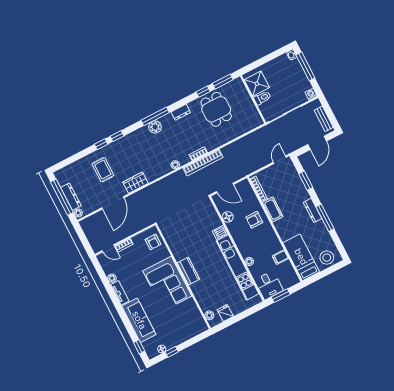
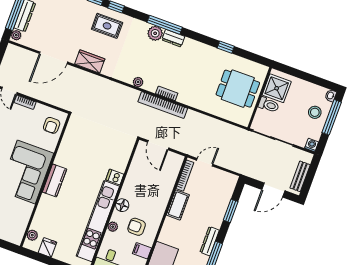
stool: (293, 74) -> (315, 112), added
window: (223, 82) -> (251, 56), removed
dining table: (216, 109) -> (238, 89), moved, turned 90
dresser: (181, 112) -> (173, 38), moved
door: (280, 160) -> (205, 162), moved
rug: (103, 170) -> (107, 26), moved, turned 90
floor lamp: (228, 217) -> (122, 205), moved
armchair: (254, 220) -> (137, 227), moved

